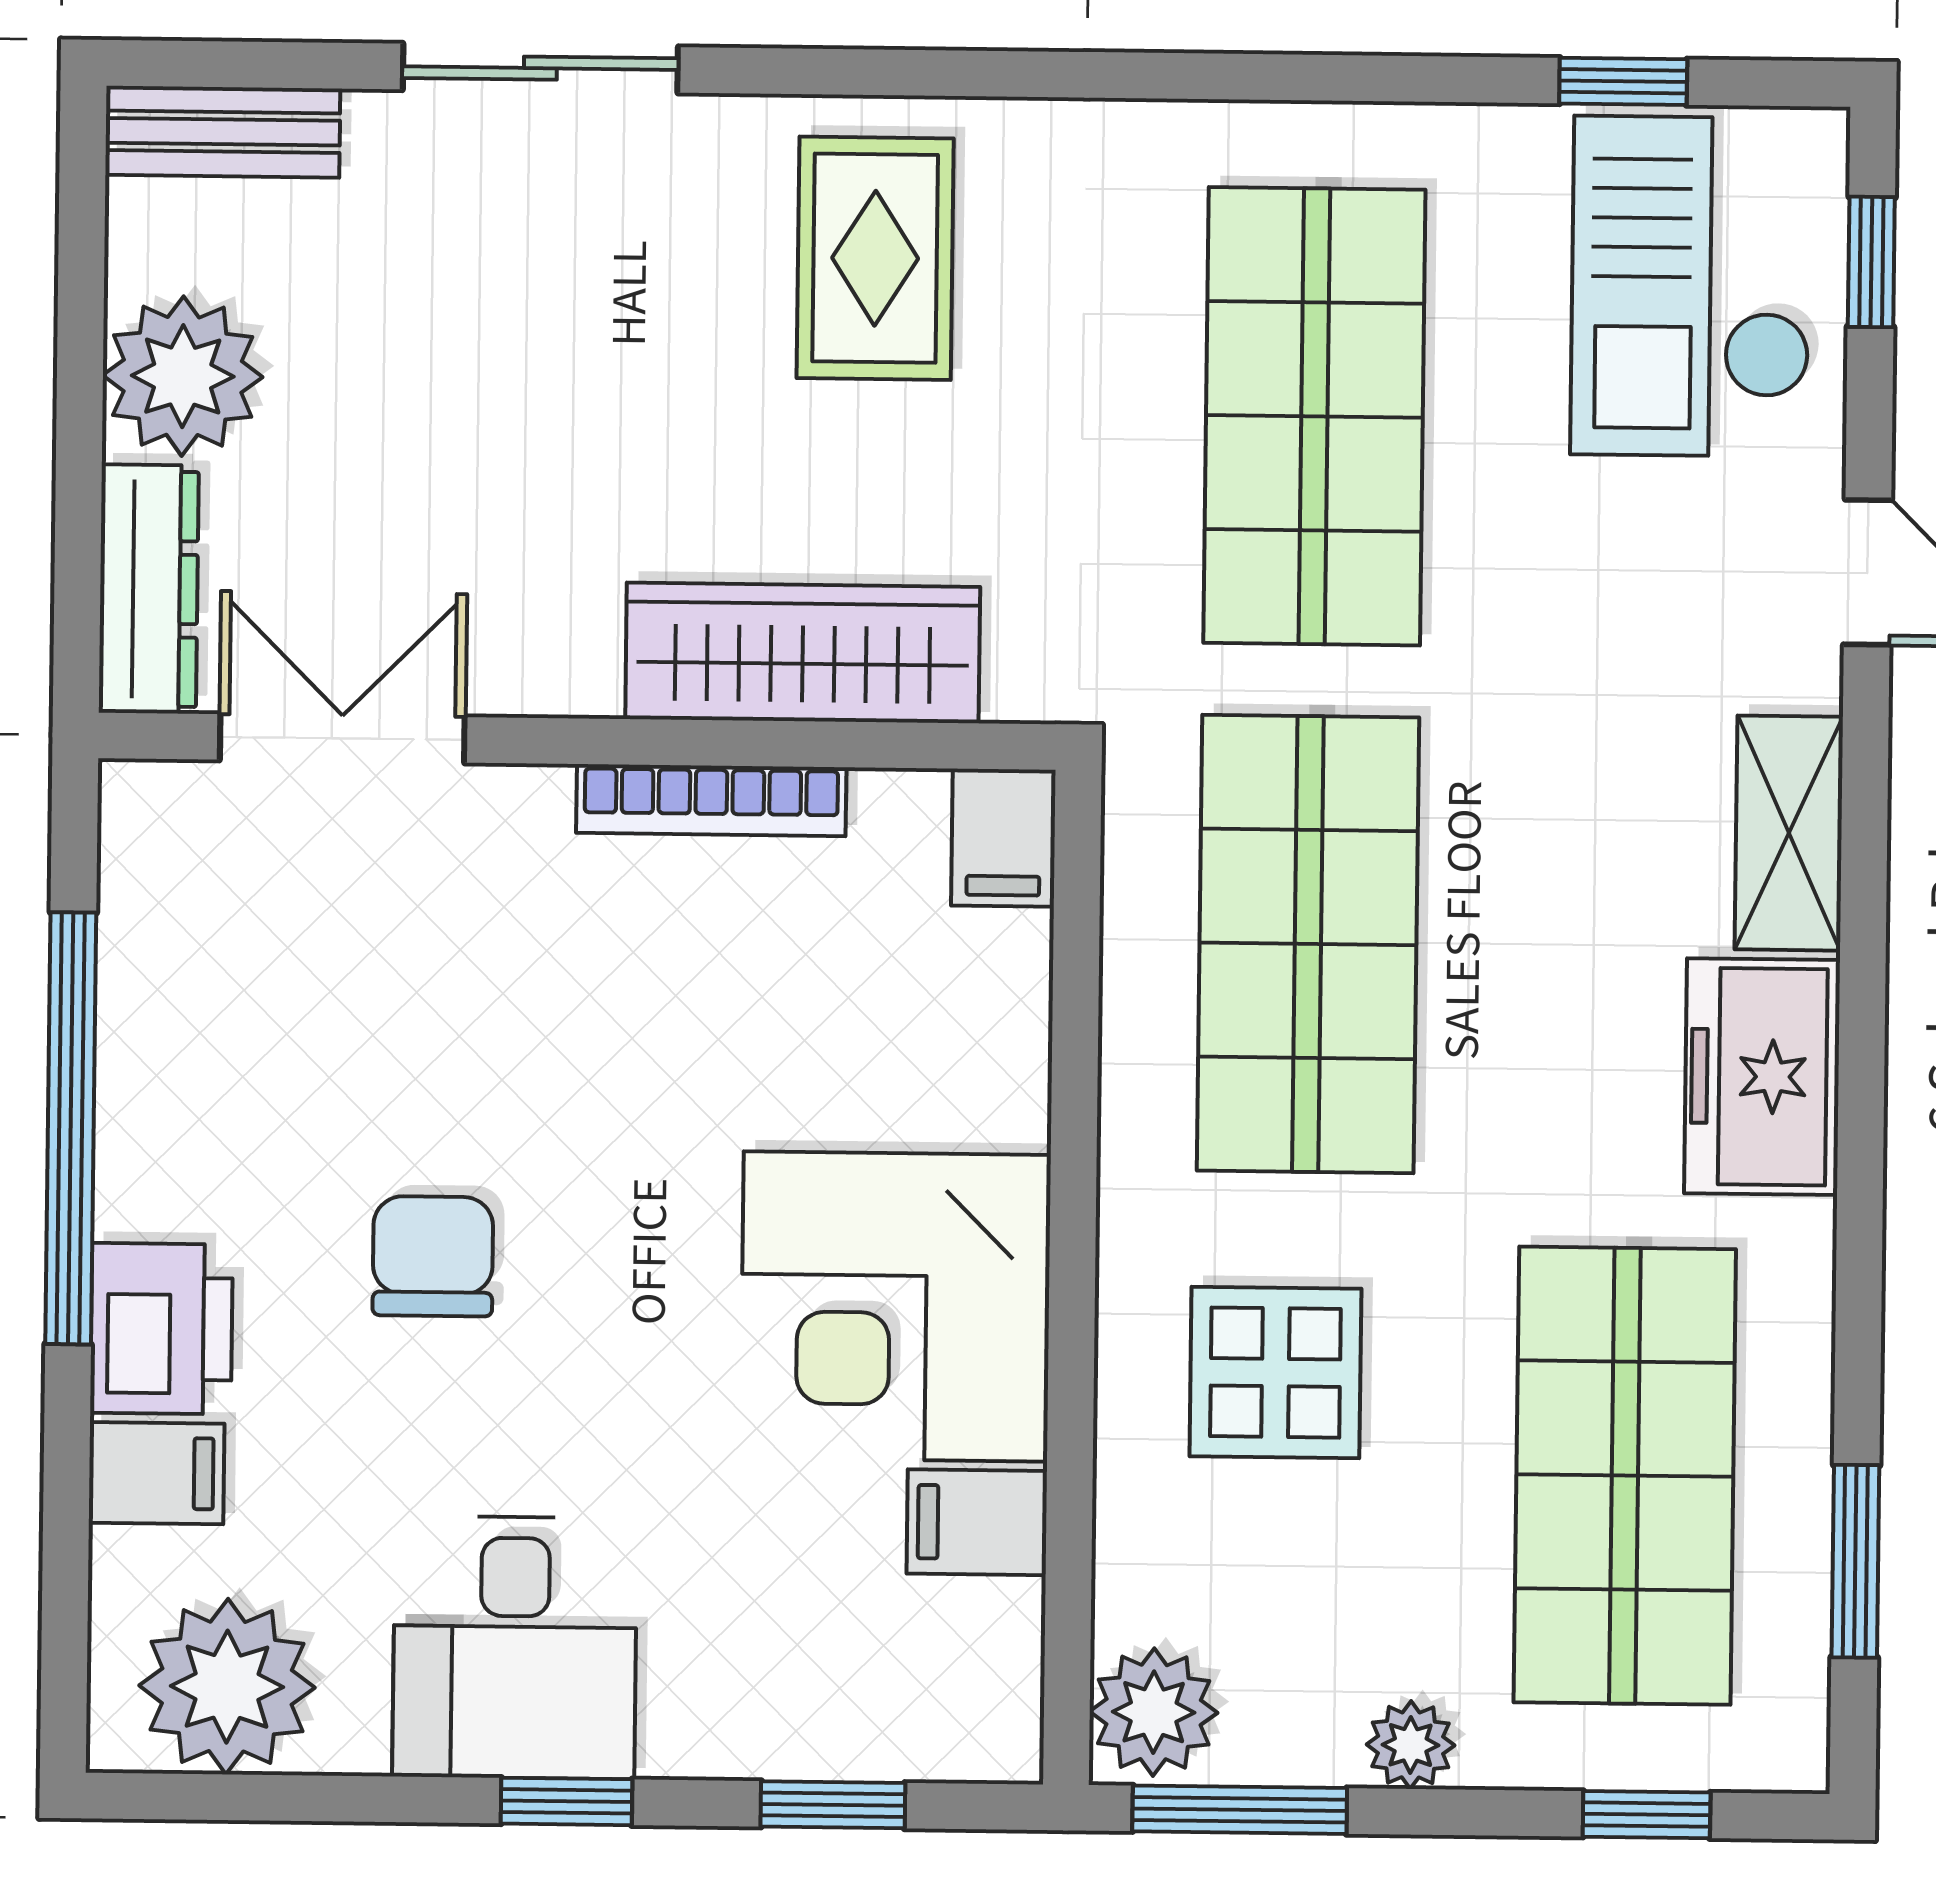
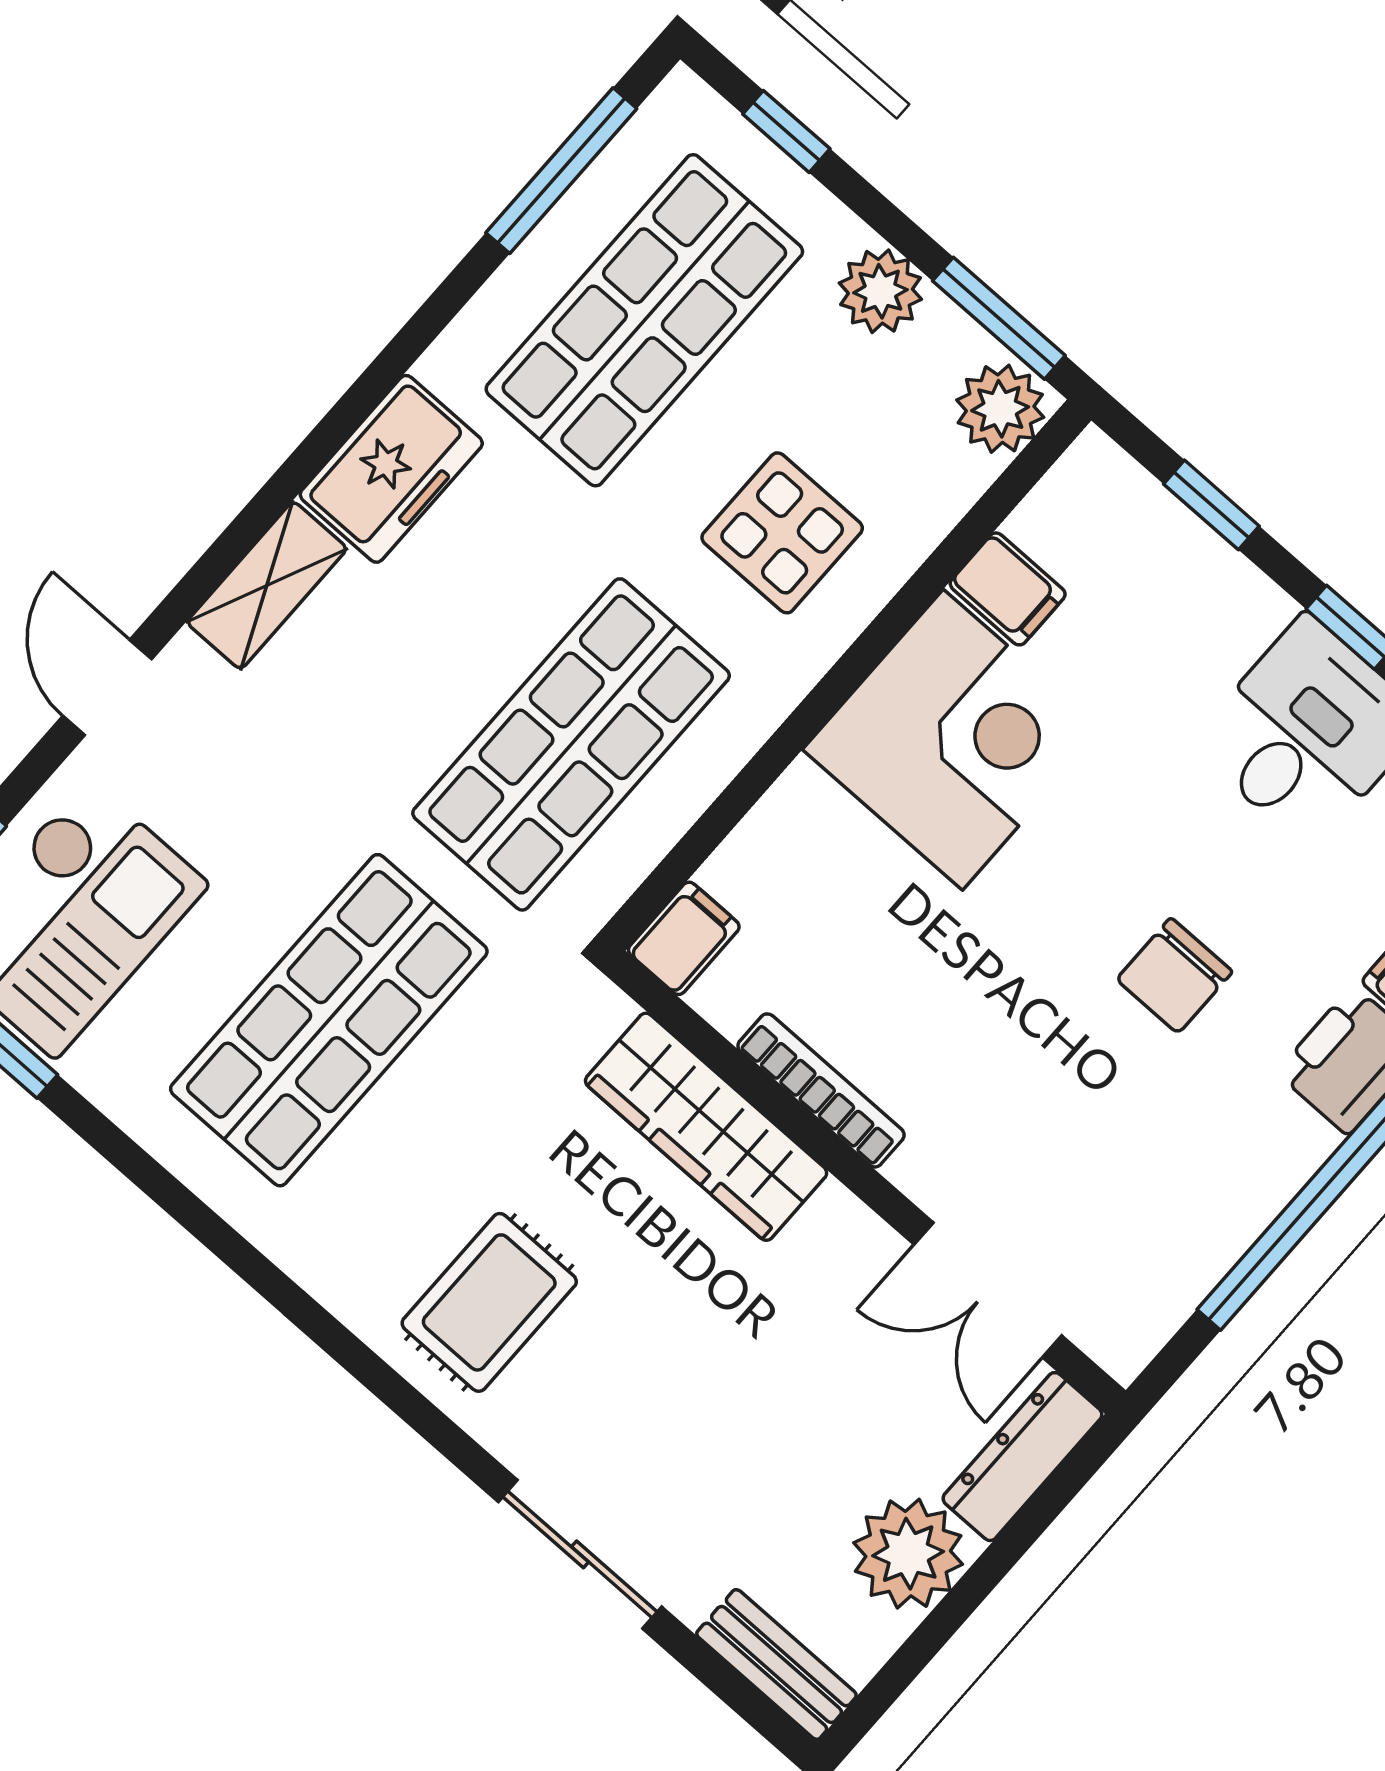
window: (1855, 1561) -> (561, 171), width x1.44
plant: (1411, 1745) -> (880, 291), width x1.38, depth x1.38

